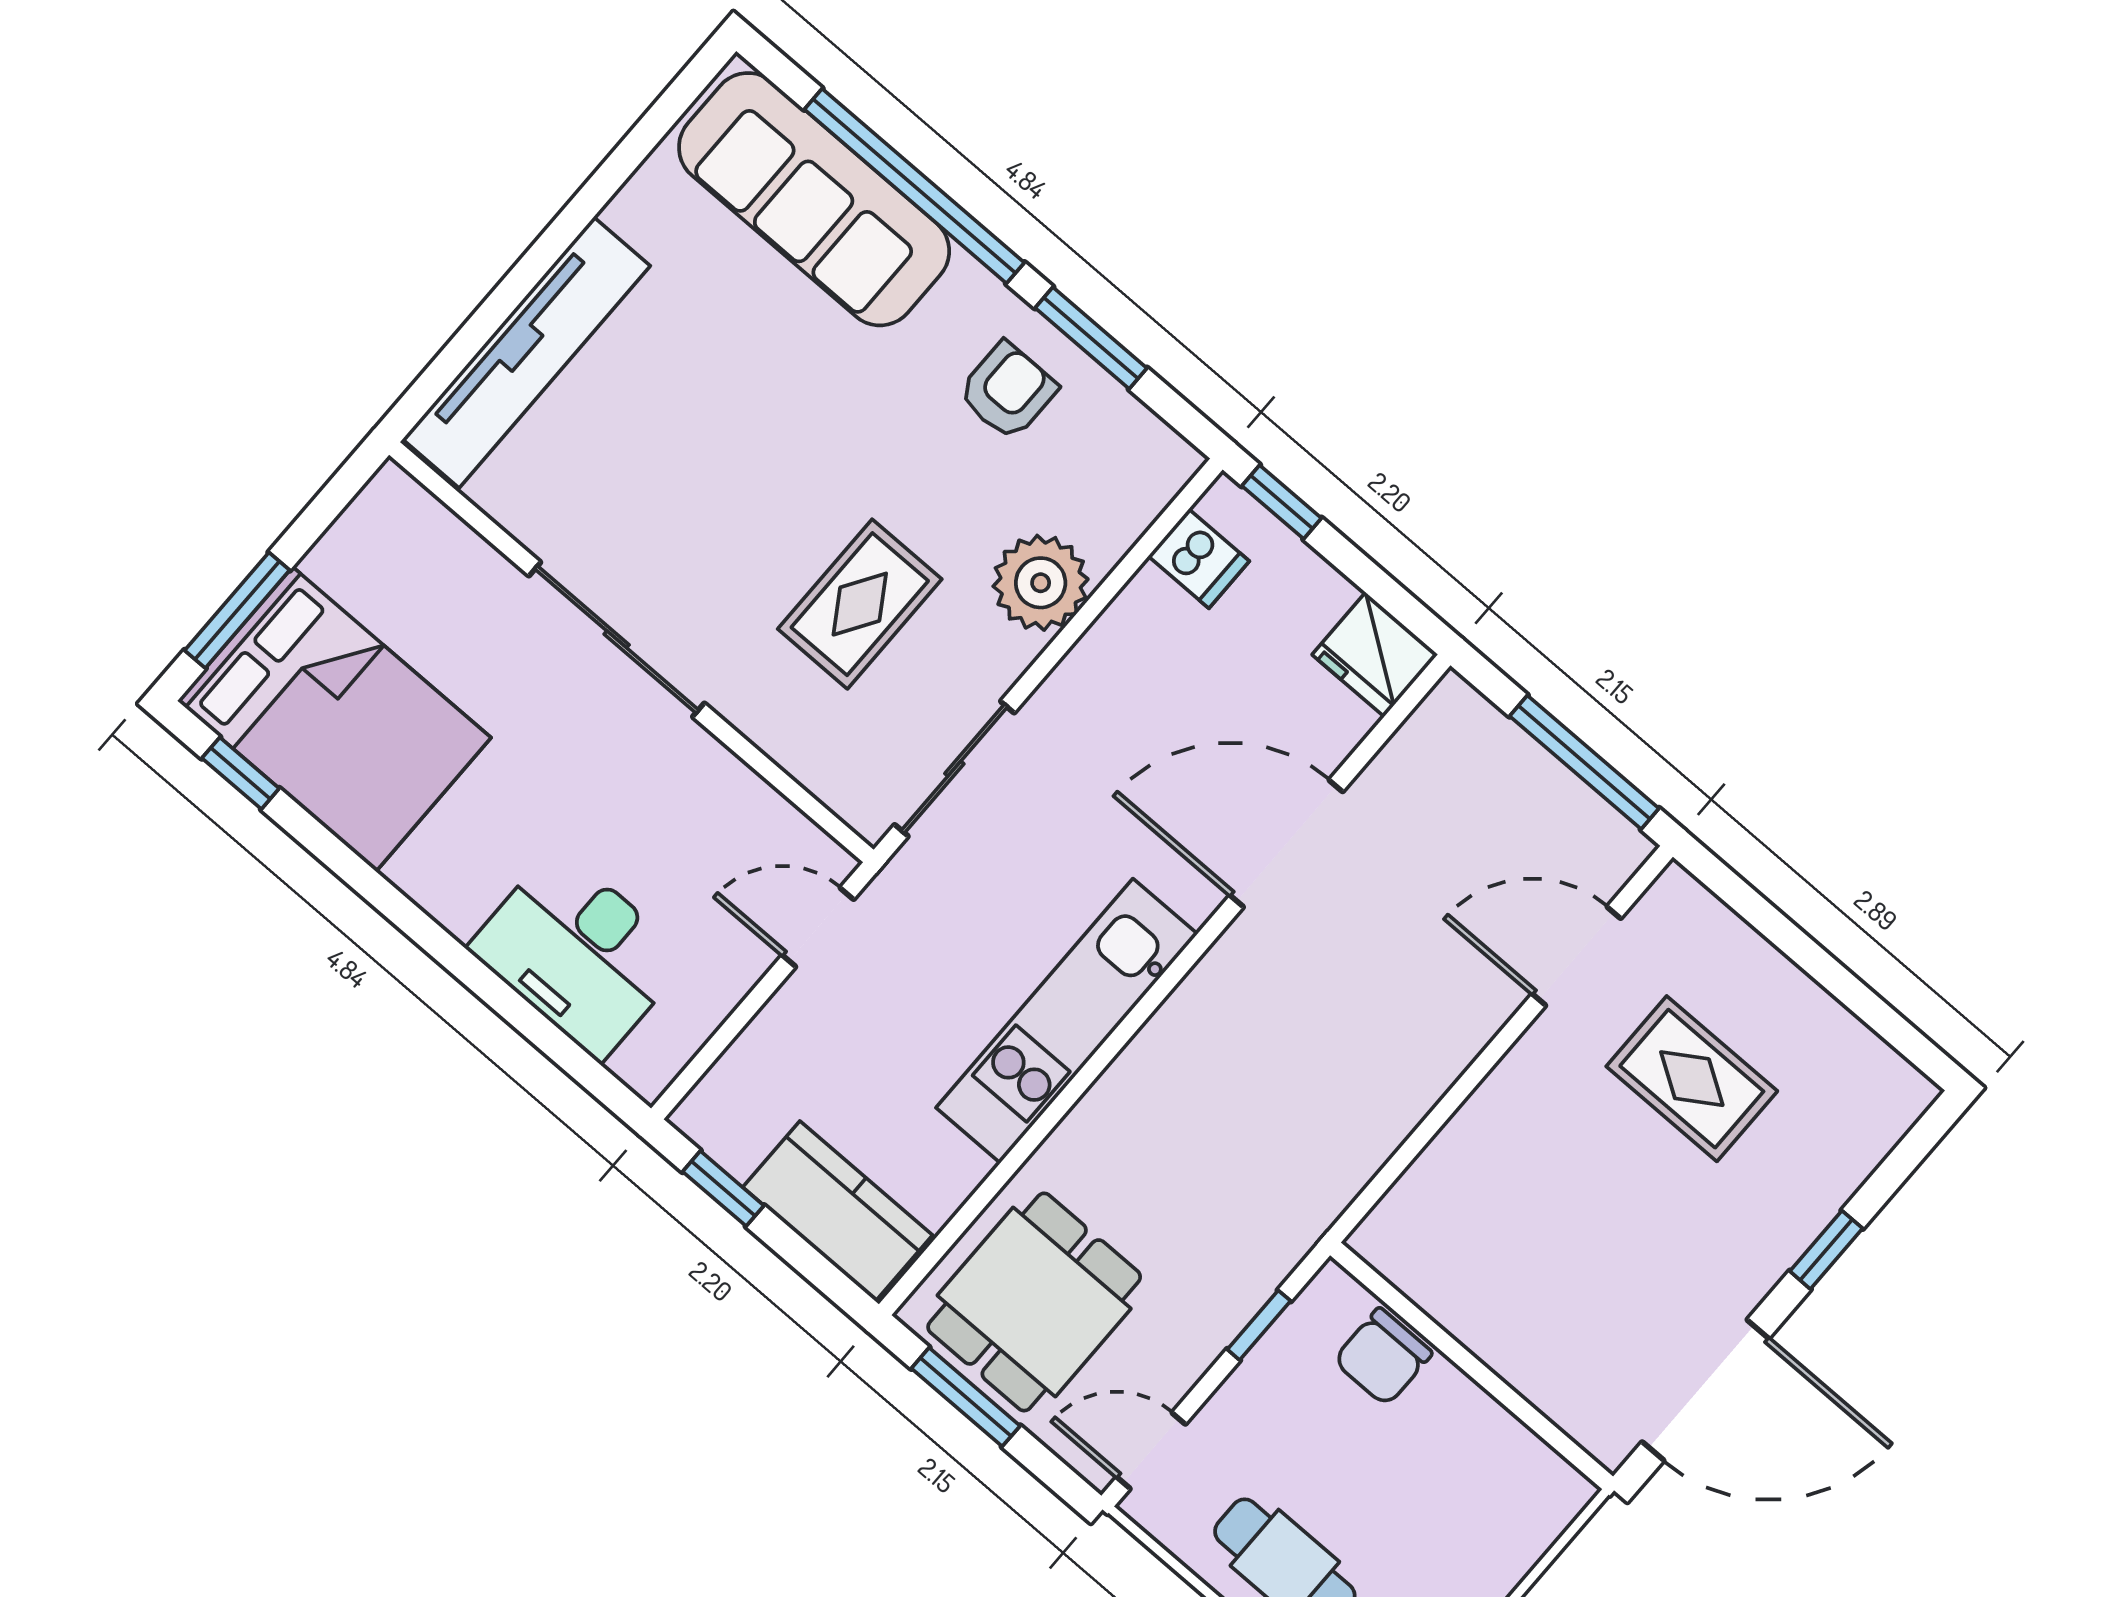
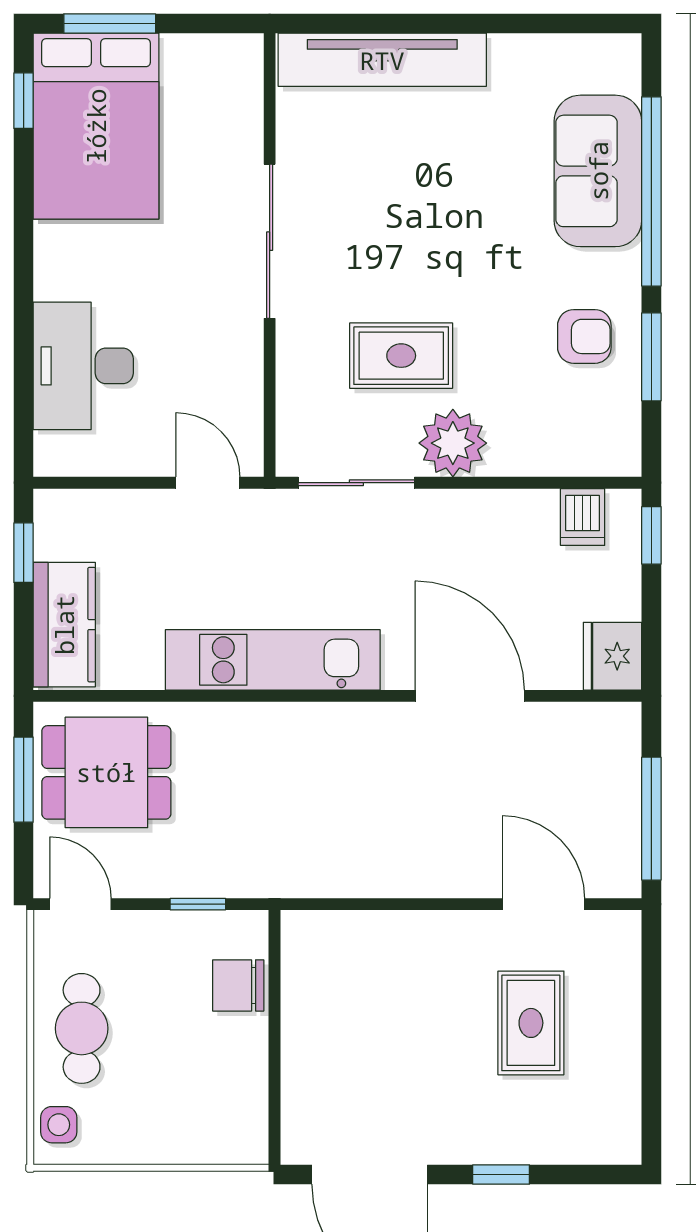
sofa: (814, 199) -> (598, 171), width x0.73
plant: (1041, 583) -> (453, 443), moved

